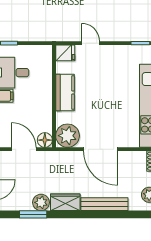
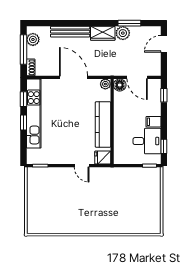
kitchen counter: (65, 93) -> (103, 125), width x1.50
plant: (68, 136) -> (105, 84), width x0.53, depth x0.53

